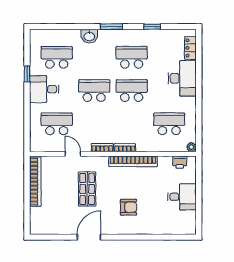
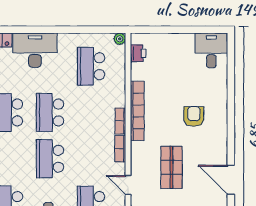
door: (73, 154) -> (128, 185), hinge flipped
shop shelf: (87, 189) -> (171, 167), turned 90
desk: (182, 197) -> (211, 50), moved
door: (89, 237) -> (231, 180), moved

